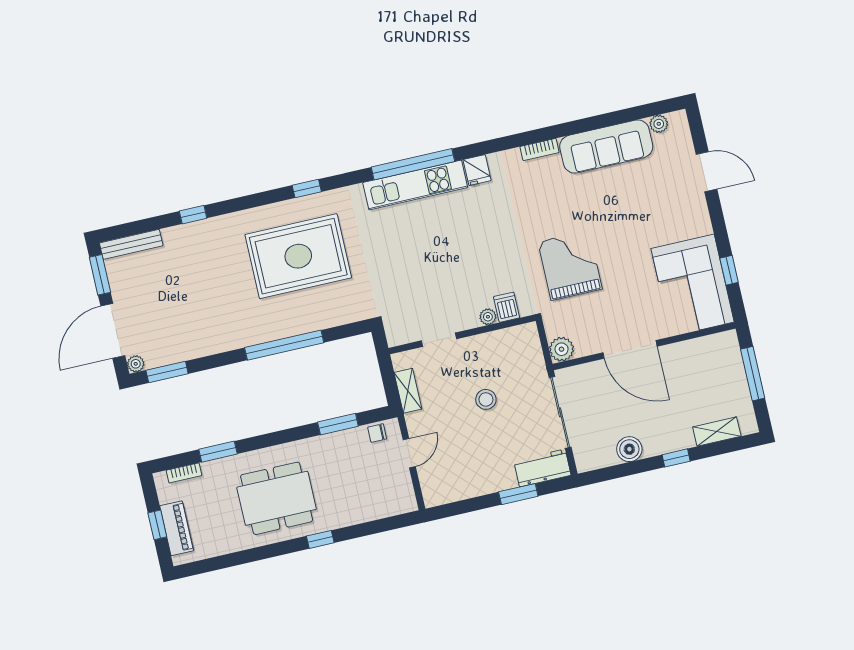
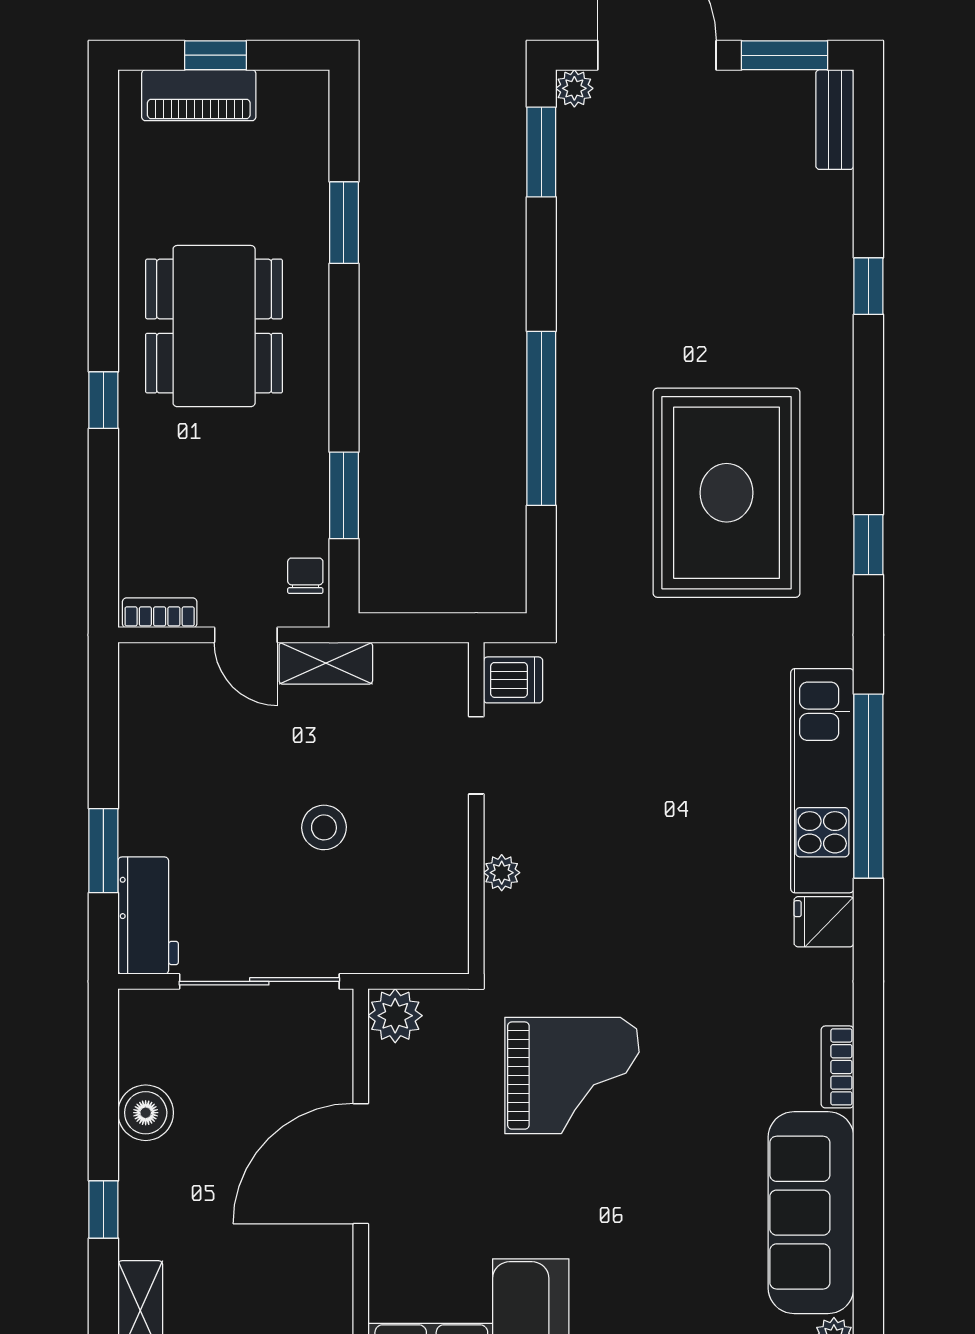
bench: (131, 244) -> (835, 120), width x0.73
dishwasher: (507, 307) -> (513, 680), moved
shelving: (408, 391) -> (326, 663), moved
bookcase: (184, 473) -> (160, 613), moved, turned 90

